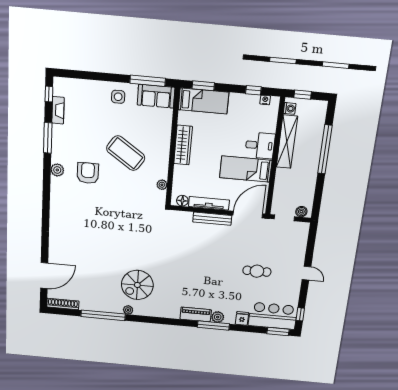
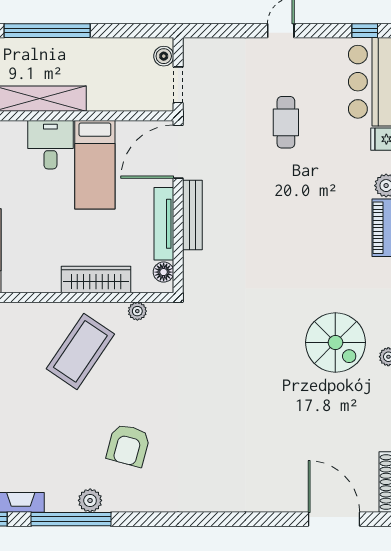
window: (48, 138) -> (71, 519), width x1.46
wardrobe: (183, 145) -> (96, 279), moved
coffee table: (126, 153) -> (80, 351), moved
plant: (57, 170) -> (90, 500), moved
armchair: (88, 173) -> (128, 445), turned -75
door: (248, 214) -> (178, 152), hinge flipped

